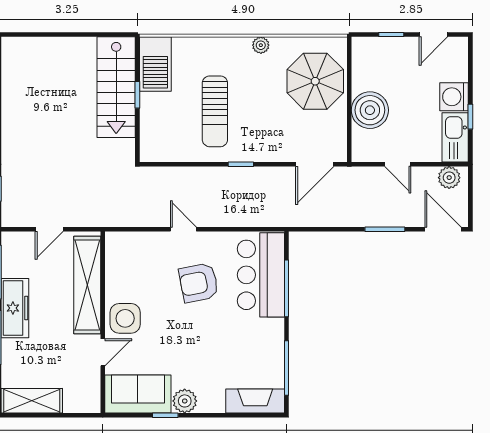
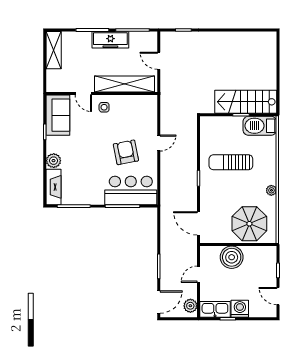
side table: (125, 318) -> (104, 107), width x0.54, depth x0.54
plant: (185, 401) -> (54, 161), moved

